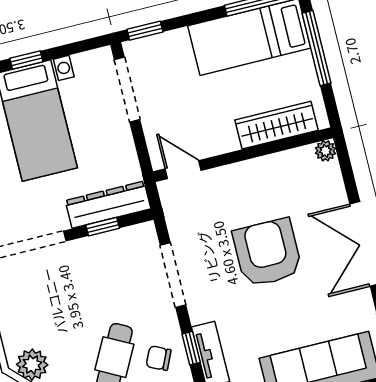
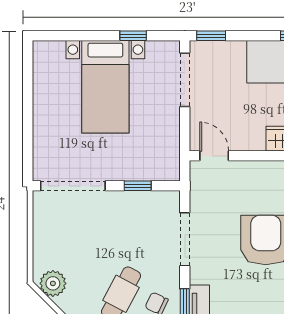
window: (26, 60) -> (133, 36), moved
dresser: (108, 205) -> (146, 169), removed

